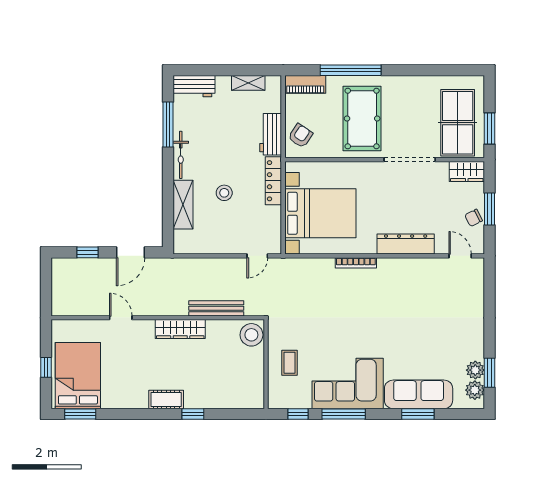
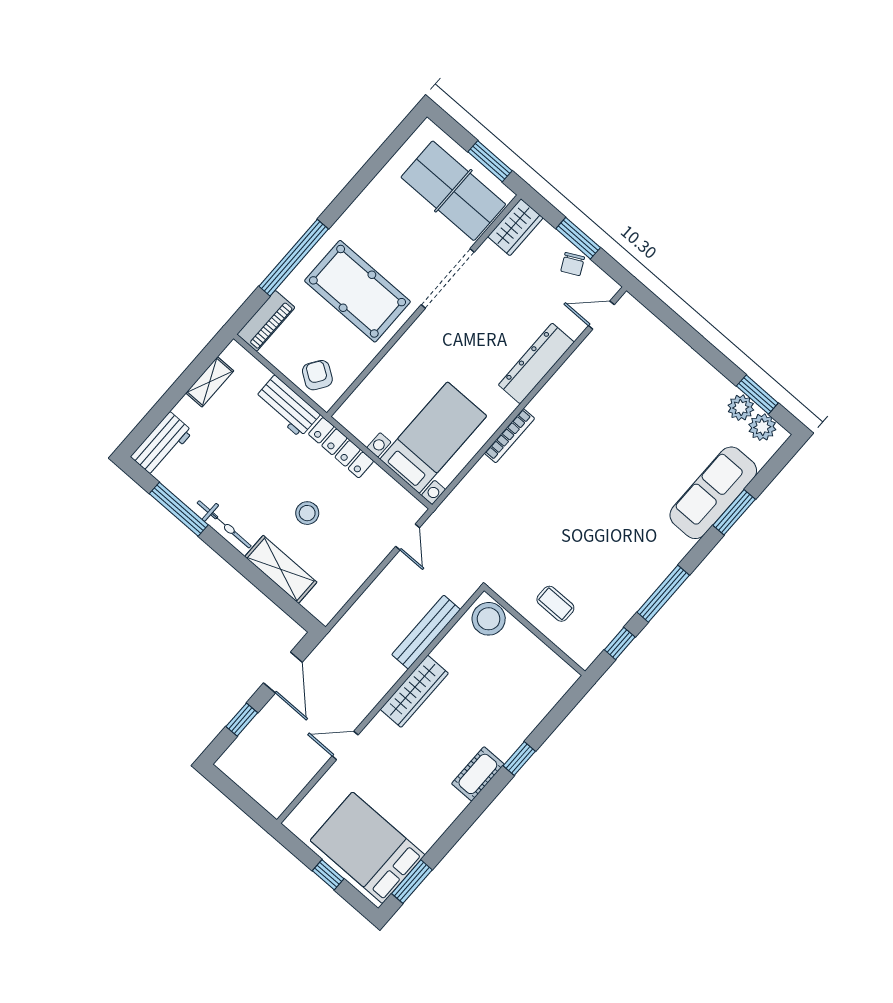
bed with nightstands: (320, 213) -> (433, 438), width x0.73
corner sofa: (348, 383) -> (634, 560), removed

